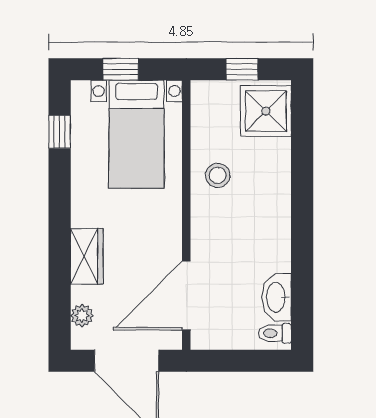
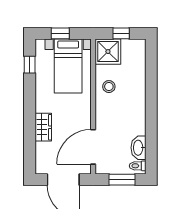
shower: (266, 111) -> (108, 52), moved
plant: (82, 316) -> (41, 157), removed
window: (244, 361) -> (122, 180), added

